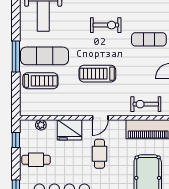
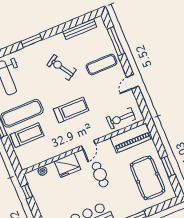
exercise bike: (106, 25) -> (61, 67), turned -122
treadmill: (97, 74) -> (71, 110), turned 180
cafe table: (36, 160) -> (50, 201), removed

